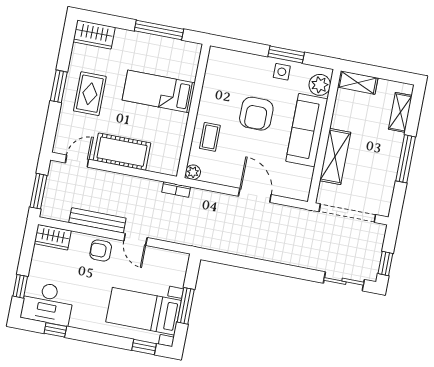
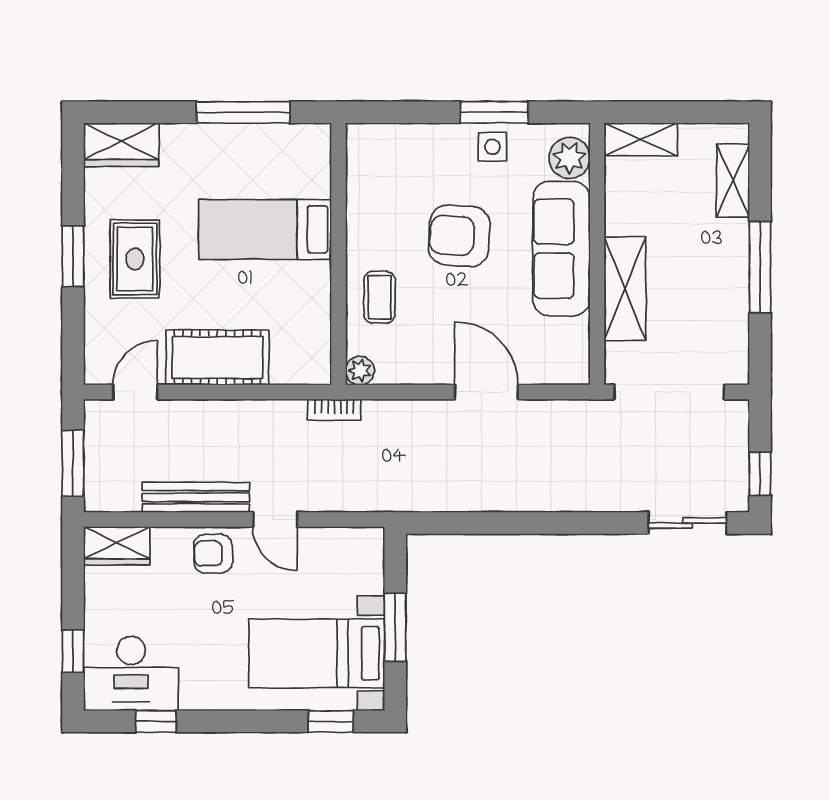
armchair: (256, 114) -> (459, 236), turned 94

